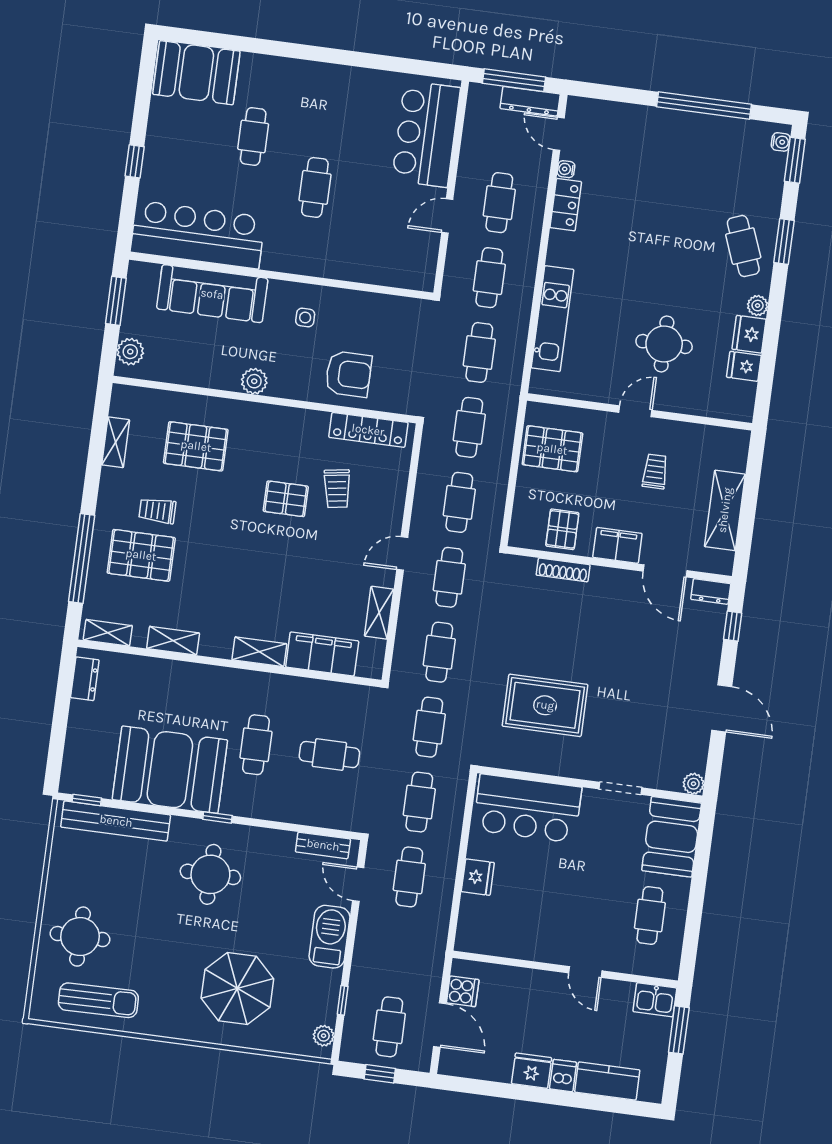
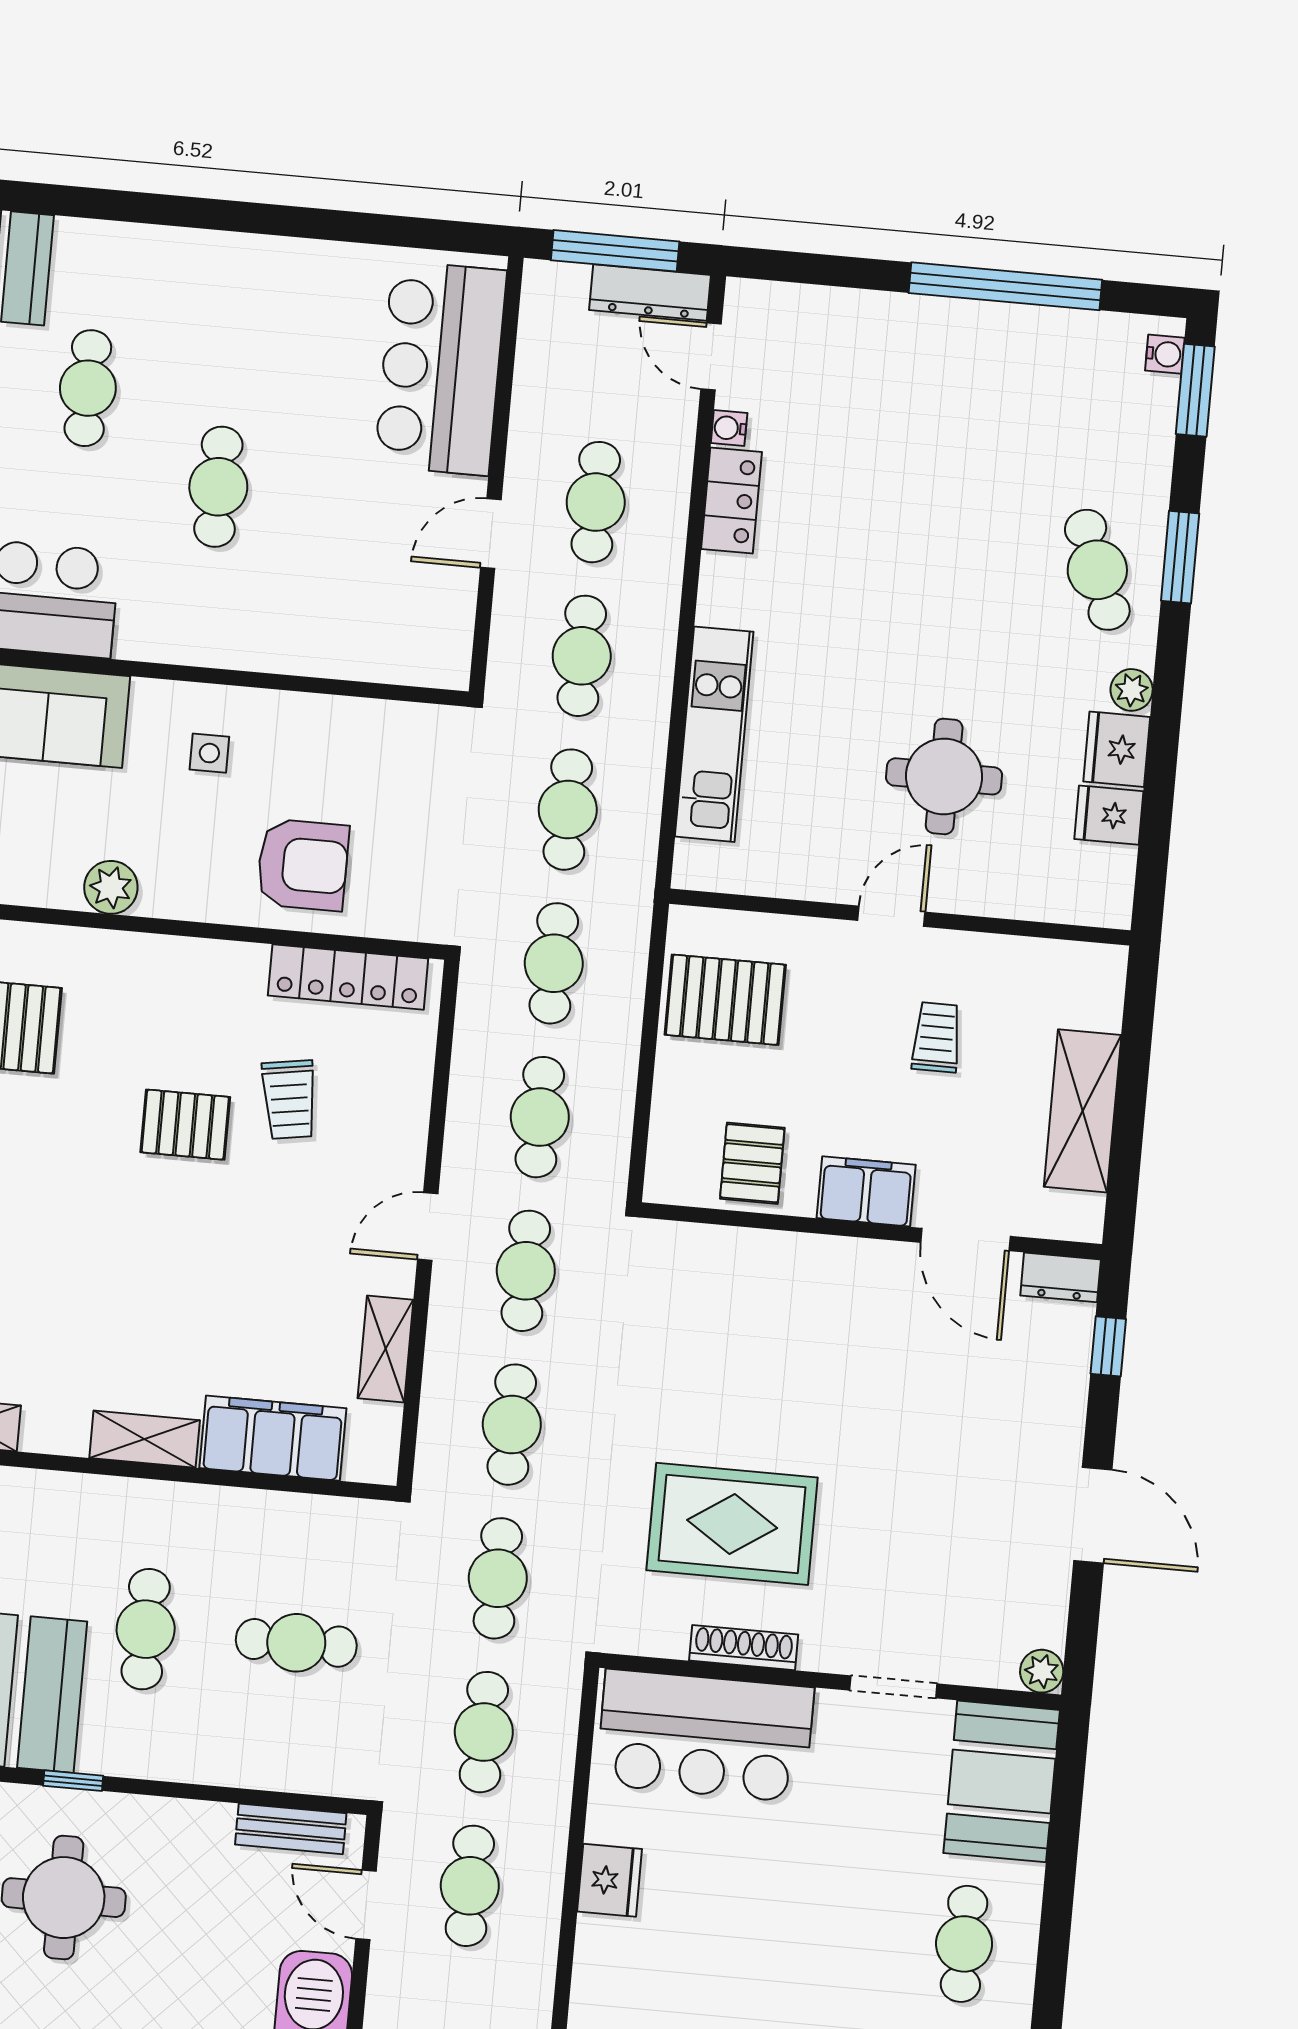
shoe rack: (563, 570) -> (744, 1648), moved, turned 180

